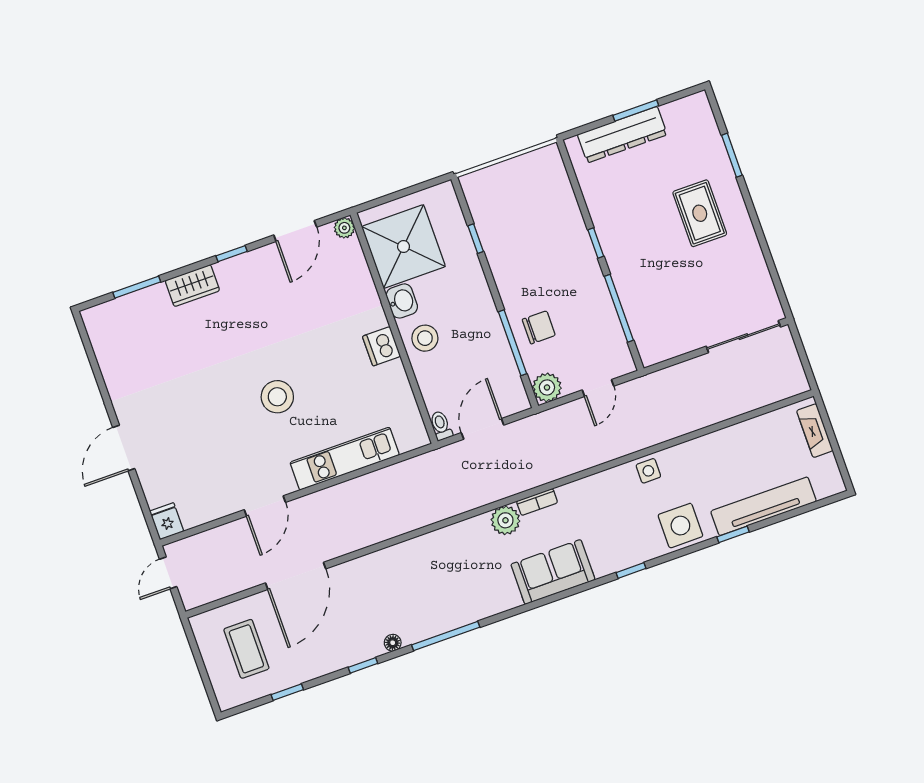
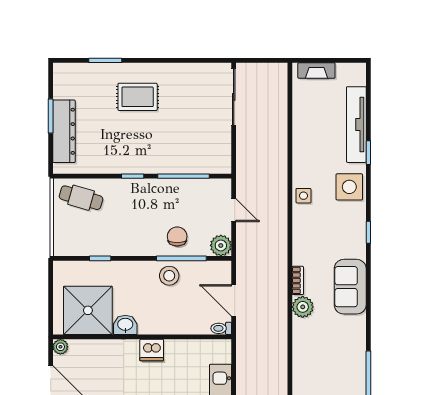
cafe table: (545, 187) -> (81, 198), added
stool: (425, 338) -> (169, 276), moved

